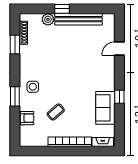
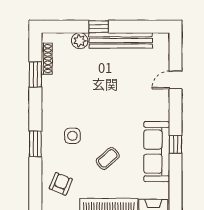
side table: (33, 87) -> (72, 136), moved
sofa: (105, 108) -> (157, 152), width x1.36
coffee table: (56, 112) -> (108, 158), moved
armchair: (27, 118) -> (61, 184), moved, turned -67

